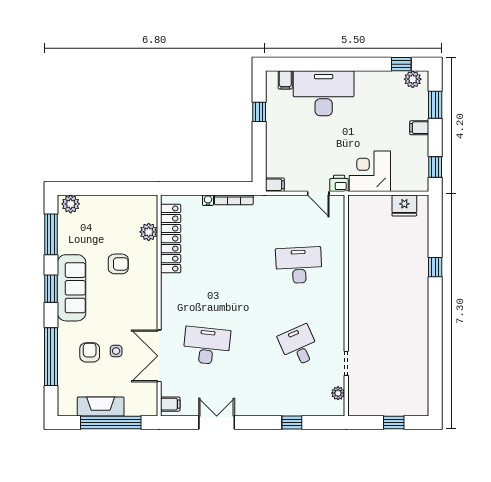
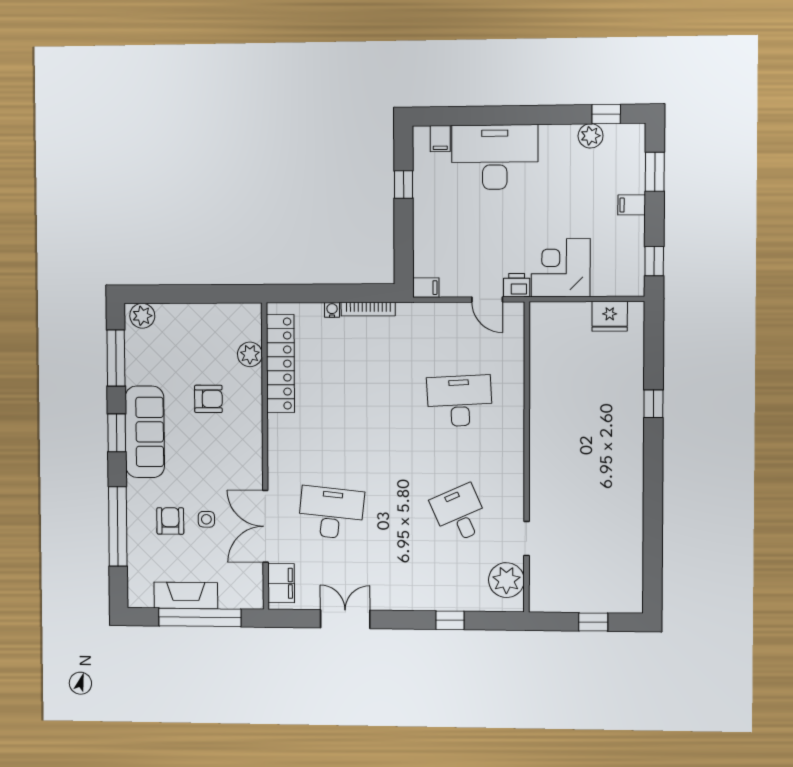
plant: (413, 79) -> (591, 136), moved
plant: (338, 393) -> (506, 580), width x1.87, depth x1.87
filing cabinet: (170, 404) -> (281, 583), width x2.00

